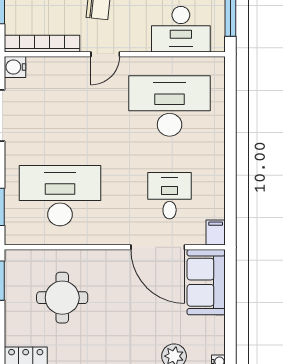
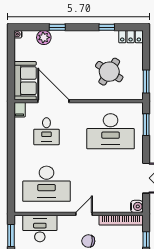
round table: (62, 298) -> (109, 72), turned 33

